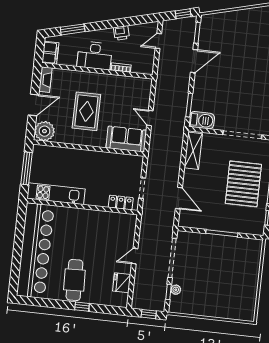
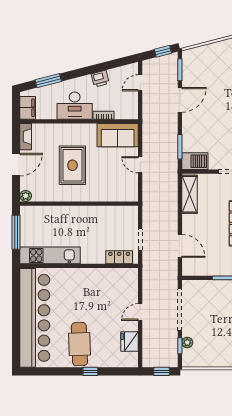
plant: (44, 131) -> (26, 196), width x0.53, depth x0.53
sofa: (126, 139) -> (118, 135), moved, turned 180

